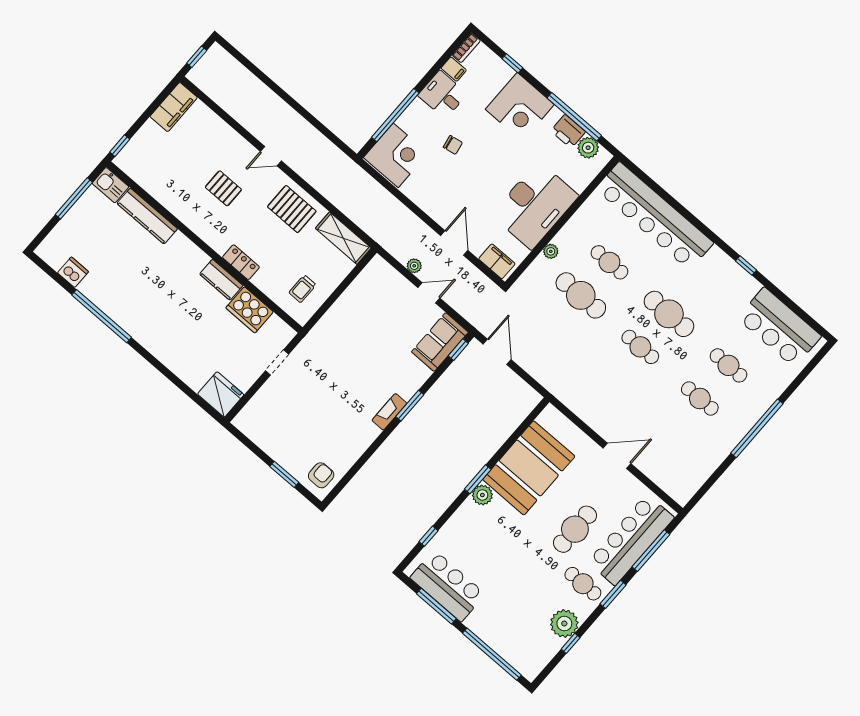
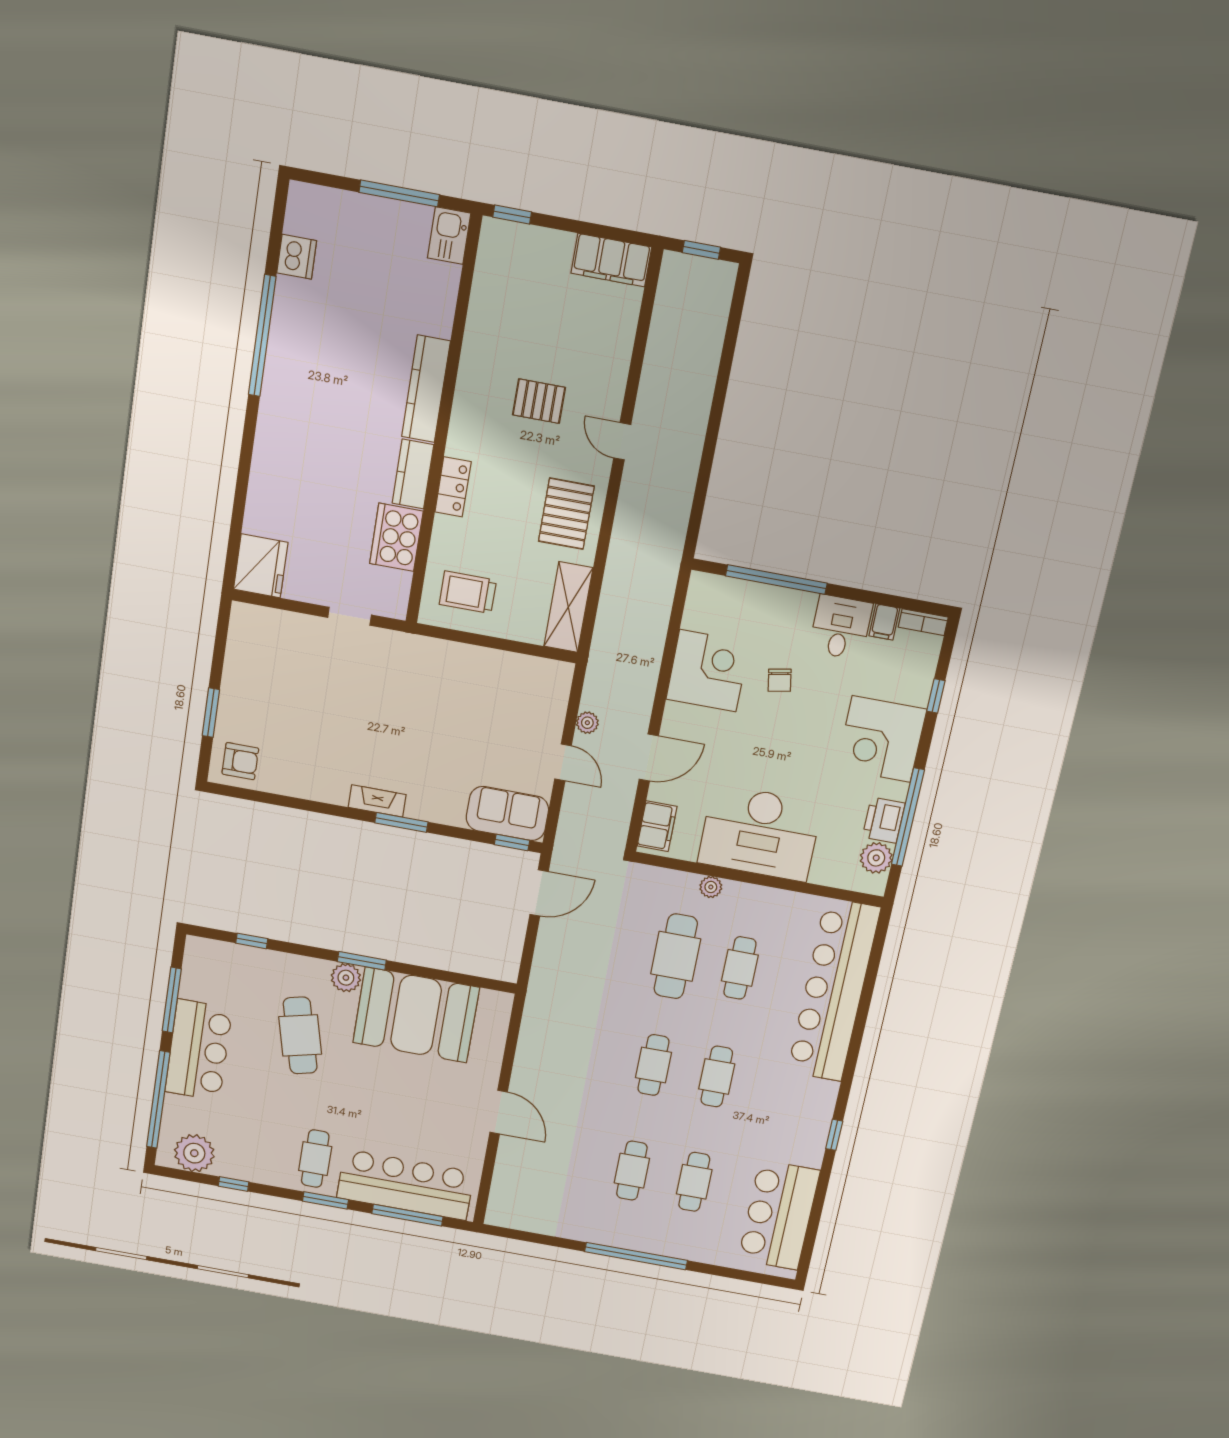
corner desk: (396, 155) -> (708, 671), moved, turned -90
pallet: (223, 188) -> (539, 401), turned 90
kitchen counter: (147, 216) -> (426, 389), moved
trolley: (303, 289) -> (468, 592), width x1.36, depth x1.39
cafe table: (669, 314) -> (717, 1076), width x0.73, depth x0.74
cafe table: (575, 529) -> (300, 1036), moved, turned 76
bar counter: (448, 586) -> (199, 1050), moved
plant: (564, 623) -> (194, 1153), moved

